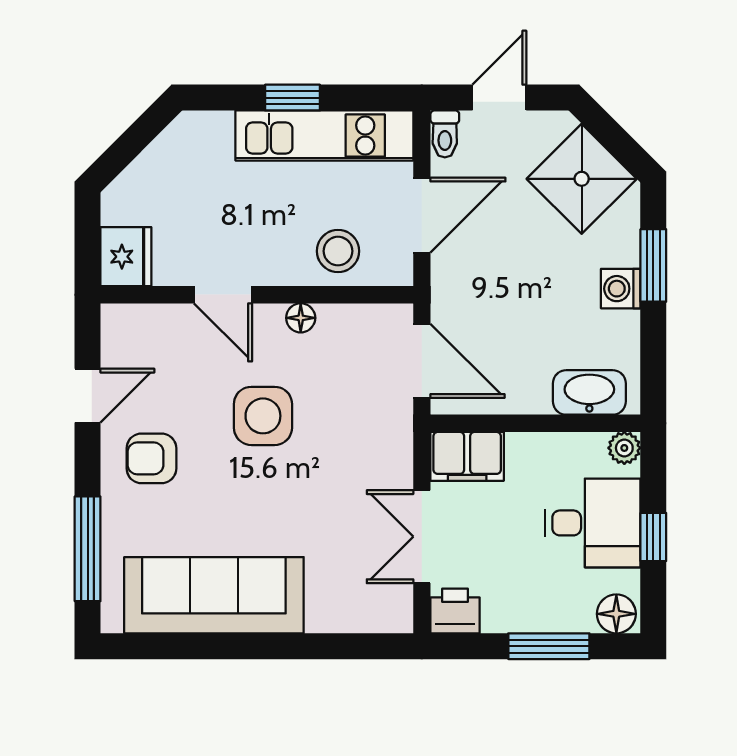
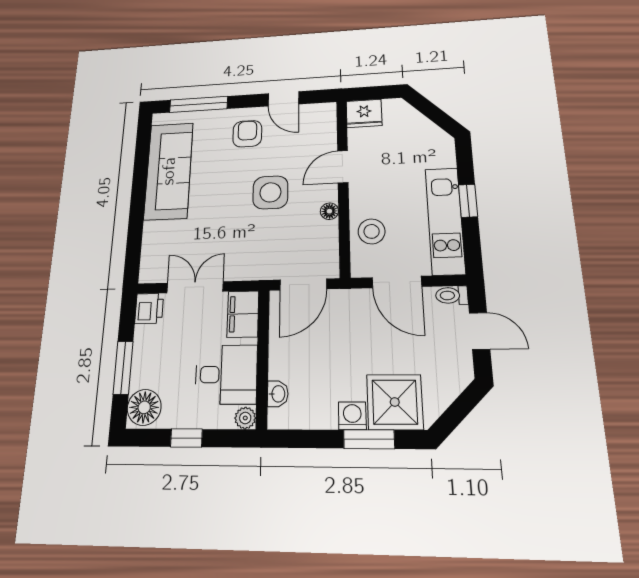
shower: (582, 179) -> (395, 402), moved, turned 45
washbasin: (589, 392) -> (278, 394), width x0.52, depth x0.69
desk: (593, 523) -> (226, 374), moved, turned -90
floor lamp: (616, 614) -> (144, 407), width x1.38, depth x1.38

